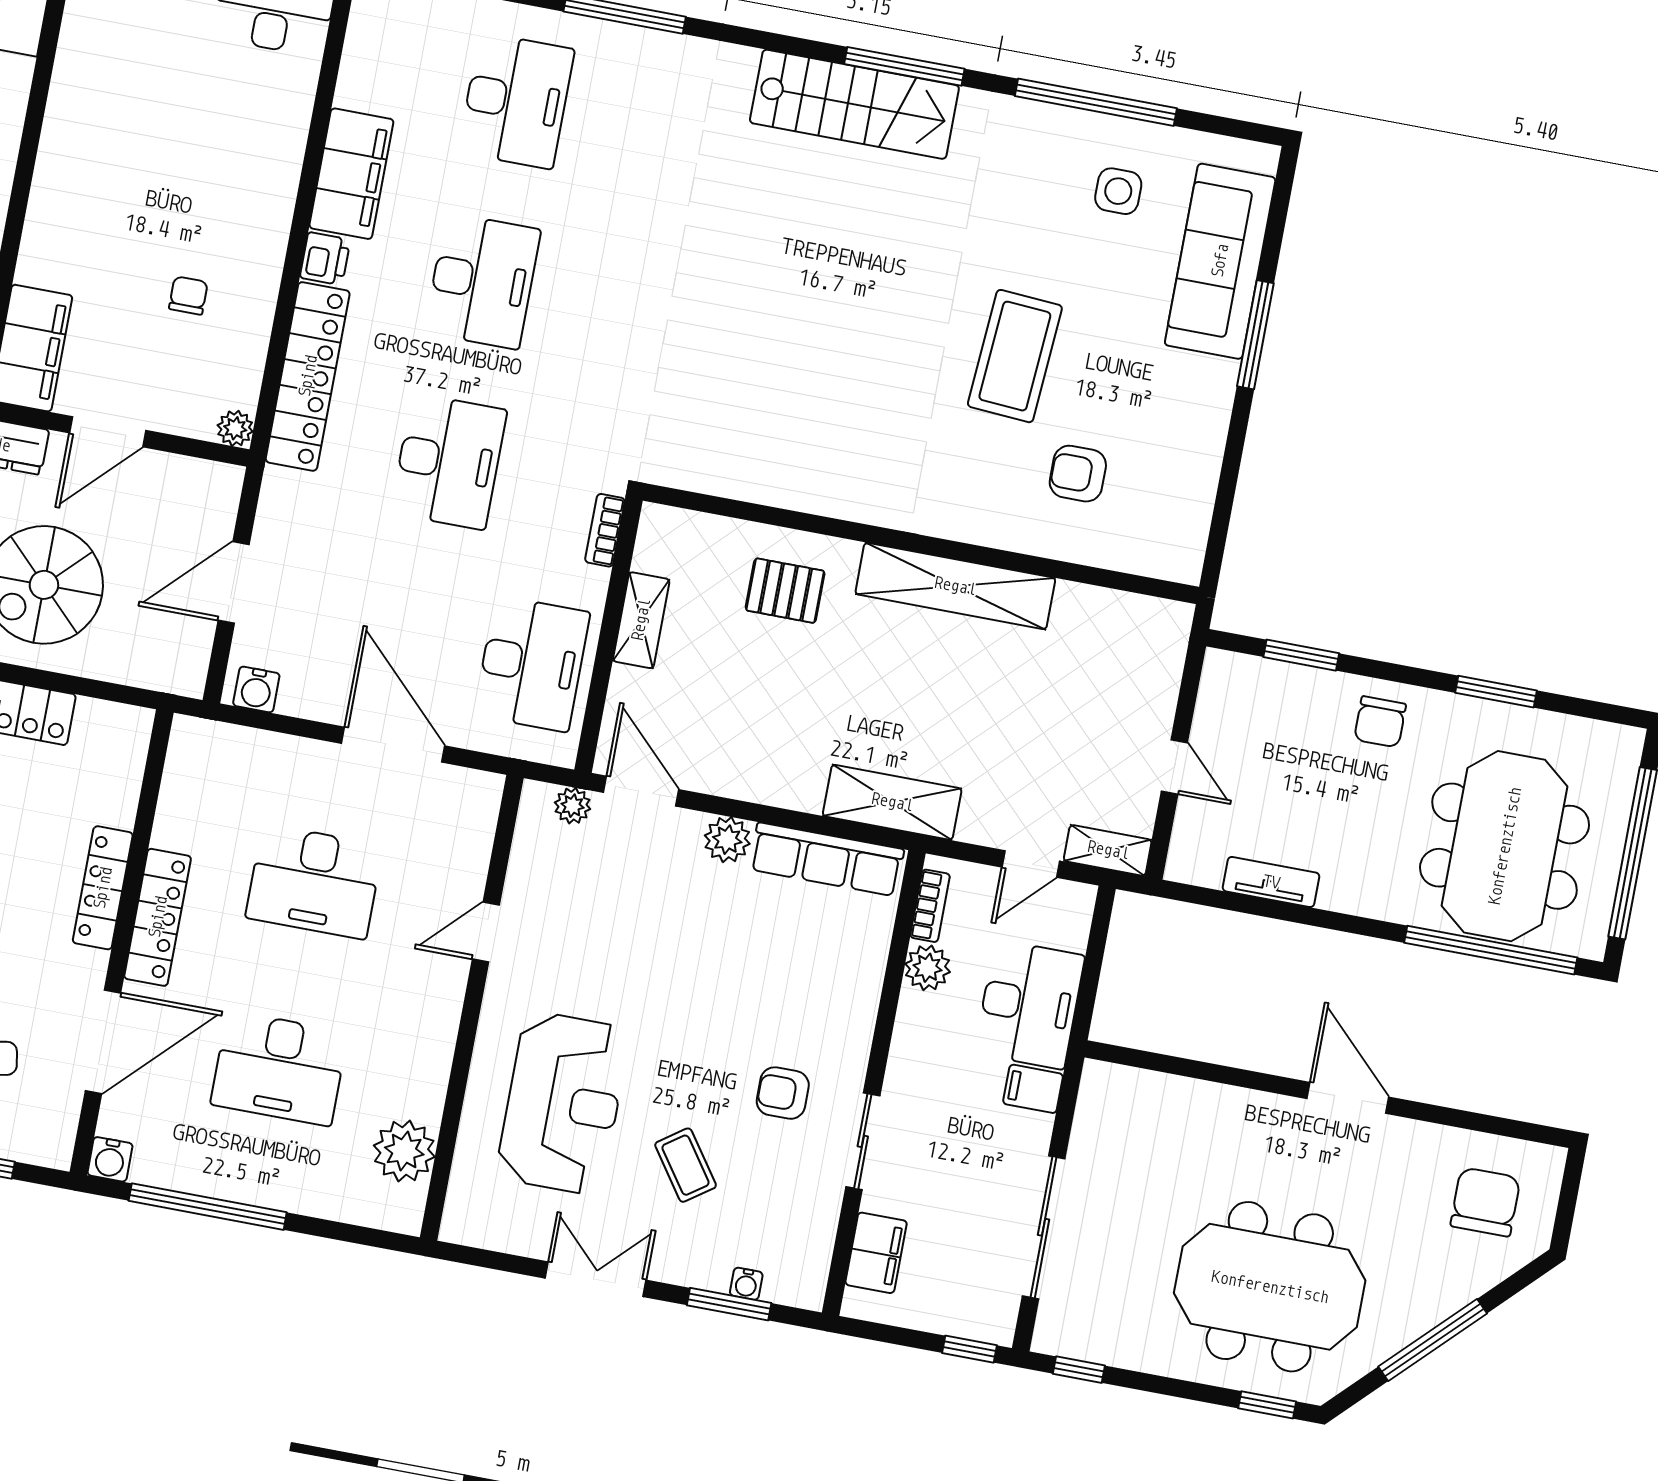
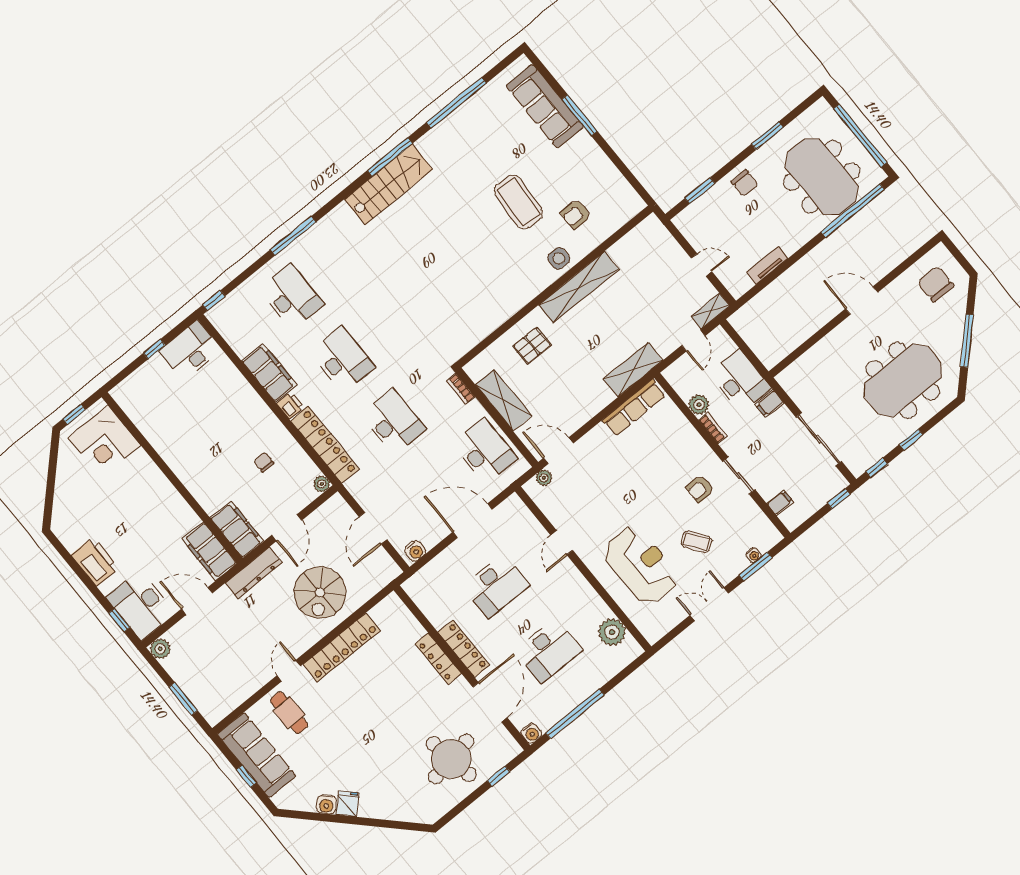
side table: (1118, 191) -> (559, 258), moved
shelving: (641, 620) -> (503, 400), width x1.50, depth x1.33
plant: (727, 840) -> (599, 436), removed
bookcase: (930, 906) -> (713, 428), moved
filing cabinet: (876, 1253) -> (780, 503), width x0.50
window: (1267, 1405) -> (911, 440), moved

